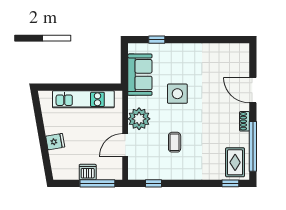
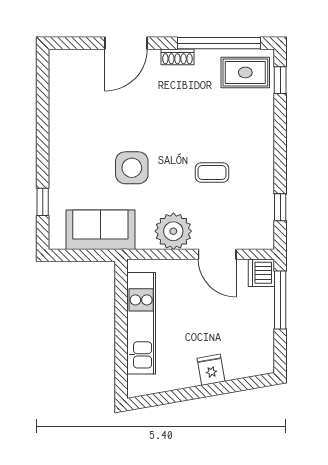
dishwasher: (88, 172) -> (261, 273), moved

